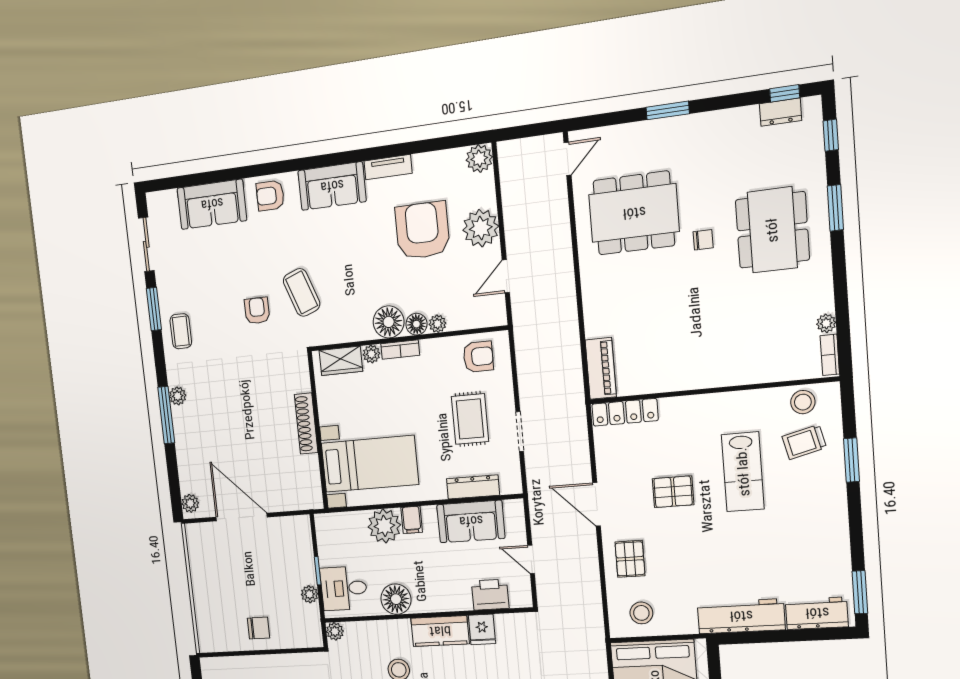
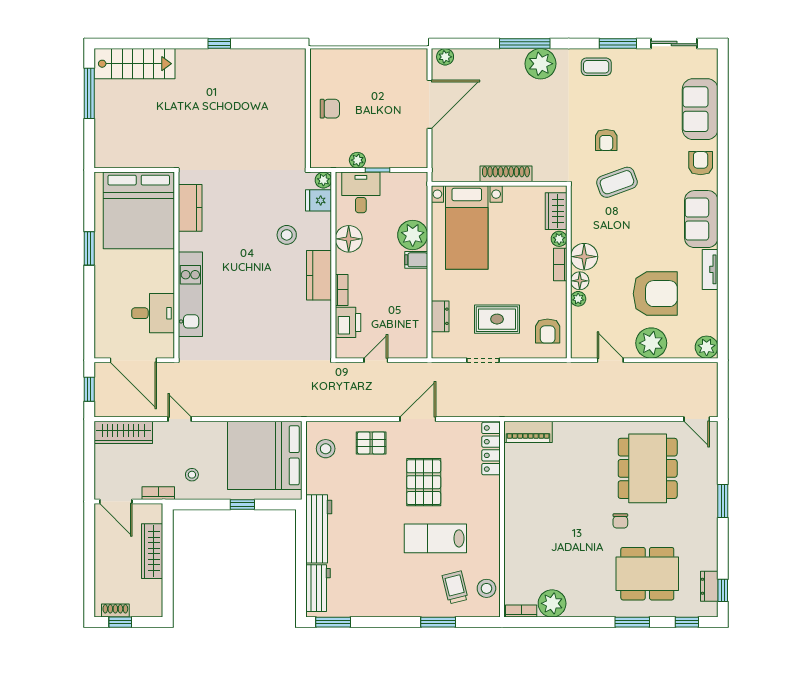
dining table: (772, 230) -> (647, 574), moved
armchair: (257, 311) -> (606, 140), turned 90
plant: (826, 323) -> (552, 603), width x1.88, depth x1.88
plant: (178, 396) -> (541, 64), width x1.88, depth x1.88
dresser: (473, 487) -> (440, 316), width x0.70
pallet: (673, 492) -> (424, 482), width x1.50, depth x1.42
sofa: (471, 521) -> (411, 312), removed
bookcase: (454, 604) -> (342, 290), added
chair: (258, 628) -> (330, 109), turned -90
fridge: (482, 629) -> (319, 200), moved

